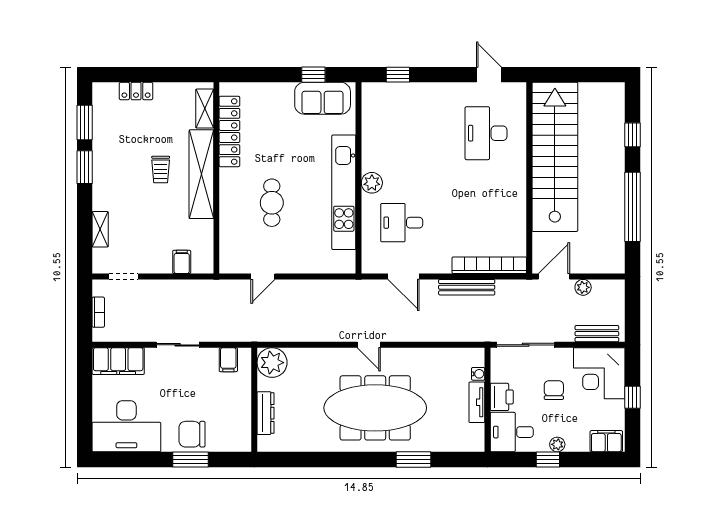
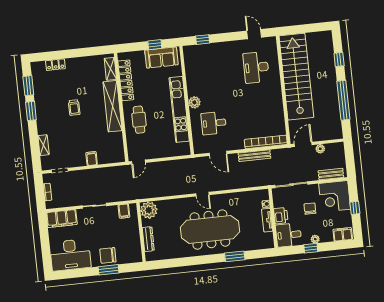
shelving: (205, 109) -> (110, 69), moved
locker: (229, 131) -> (126, 80), moved
shelving: (201, 174) -> (112, 106), moved
wall: (216, 178) -> (121, 107), moved

